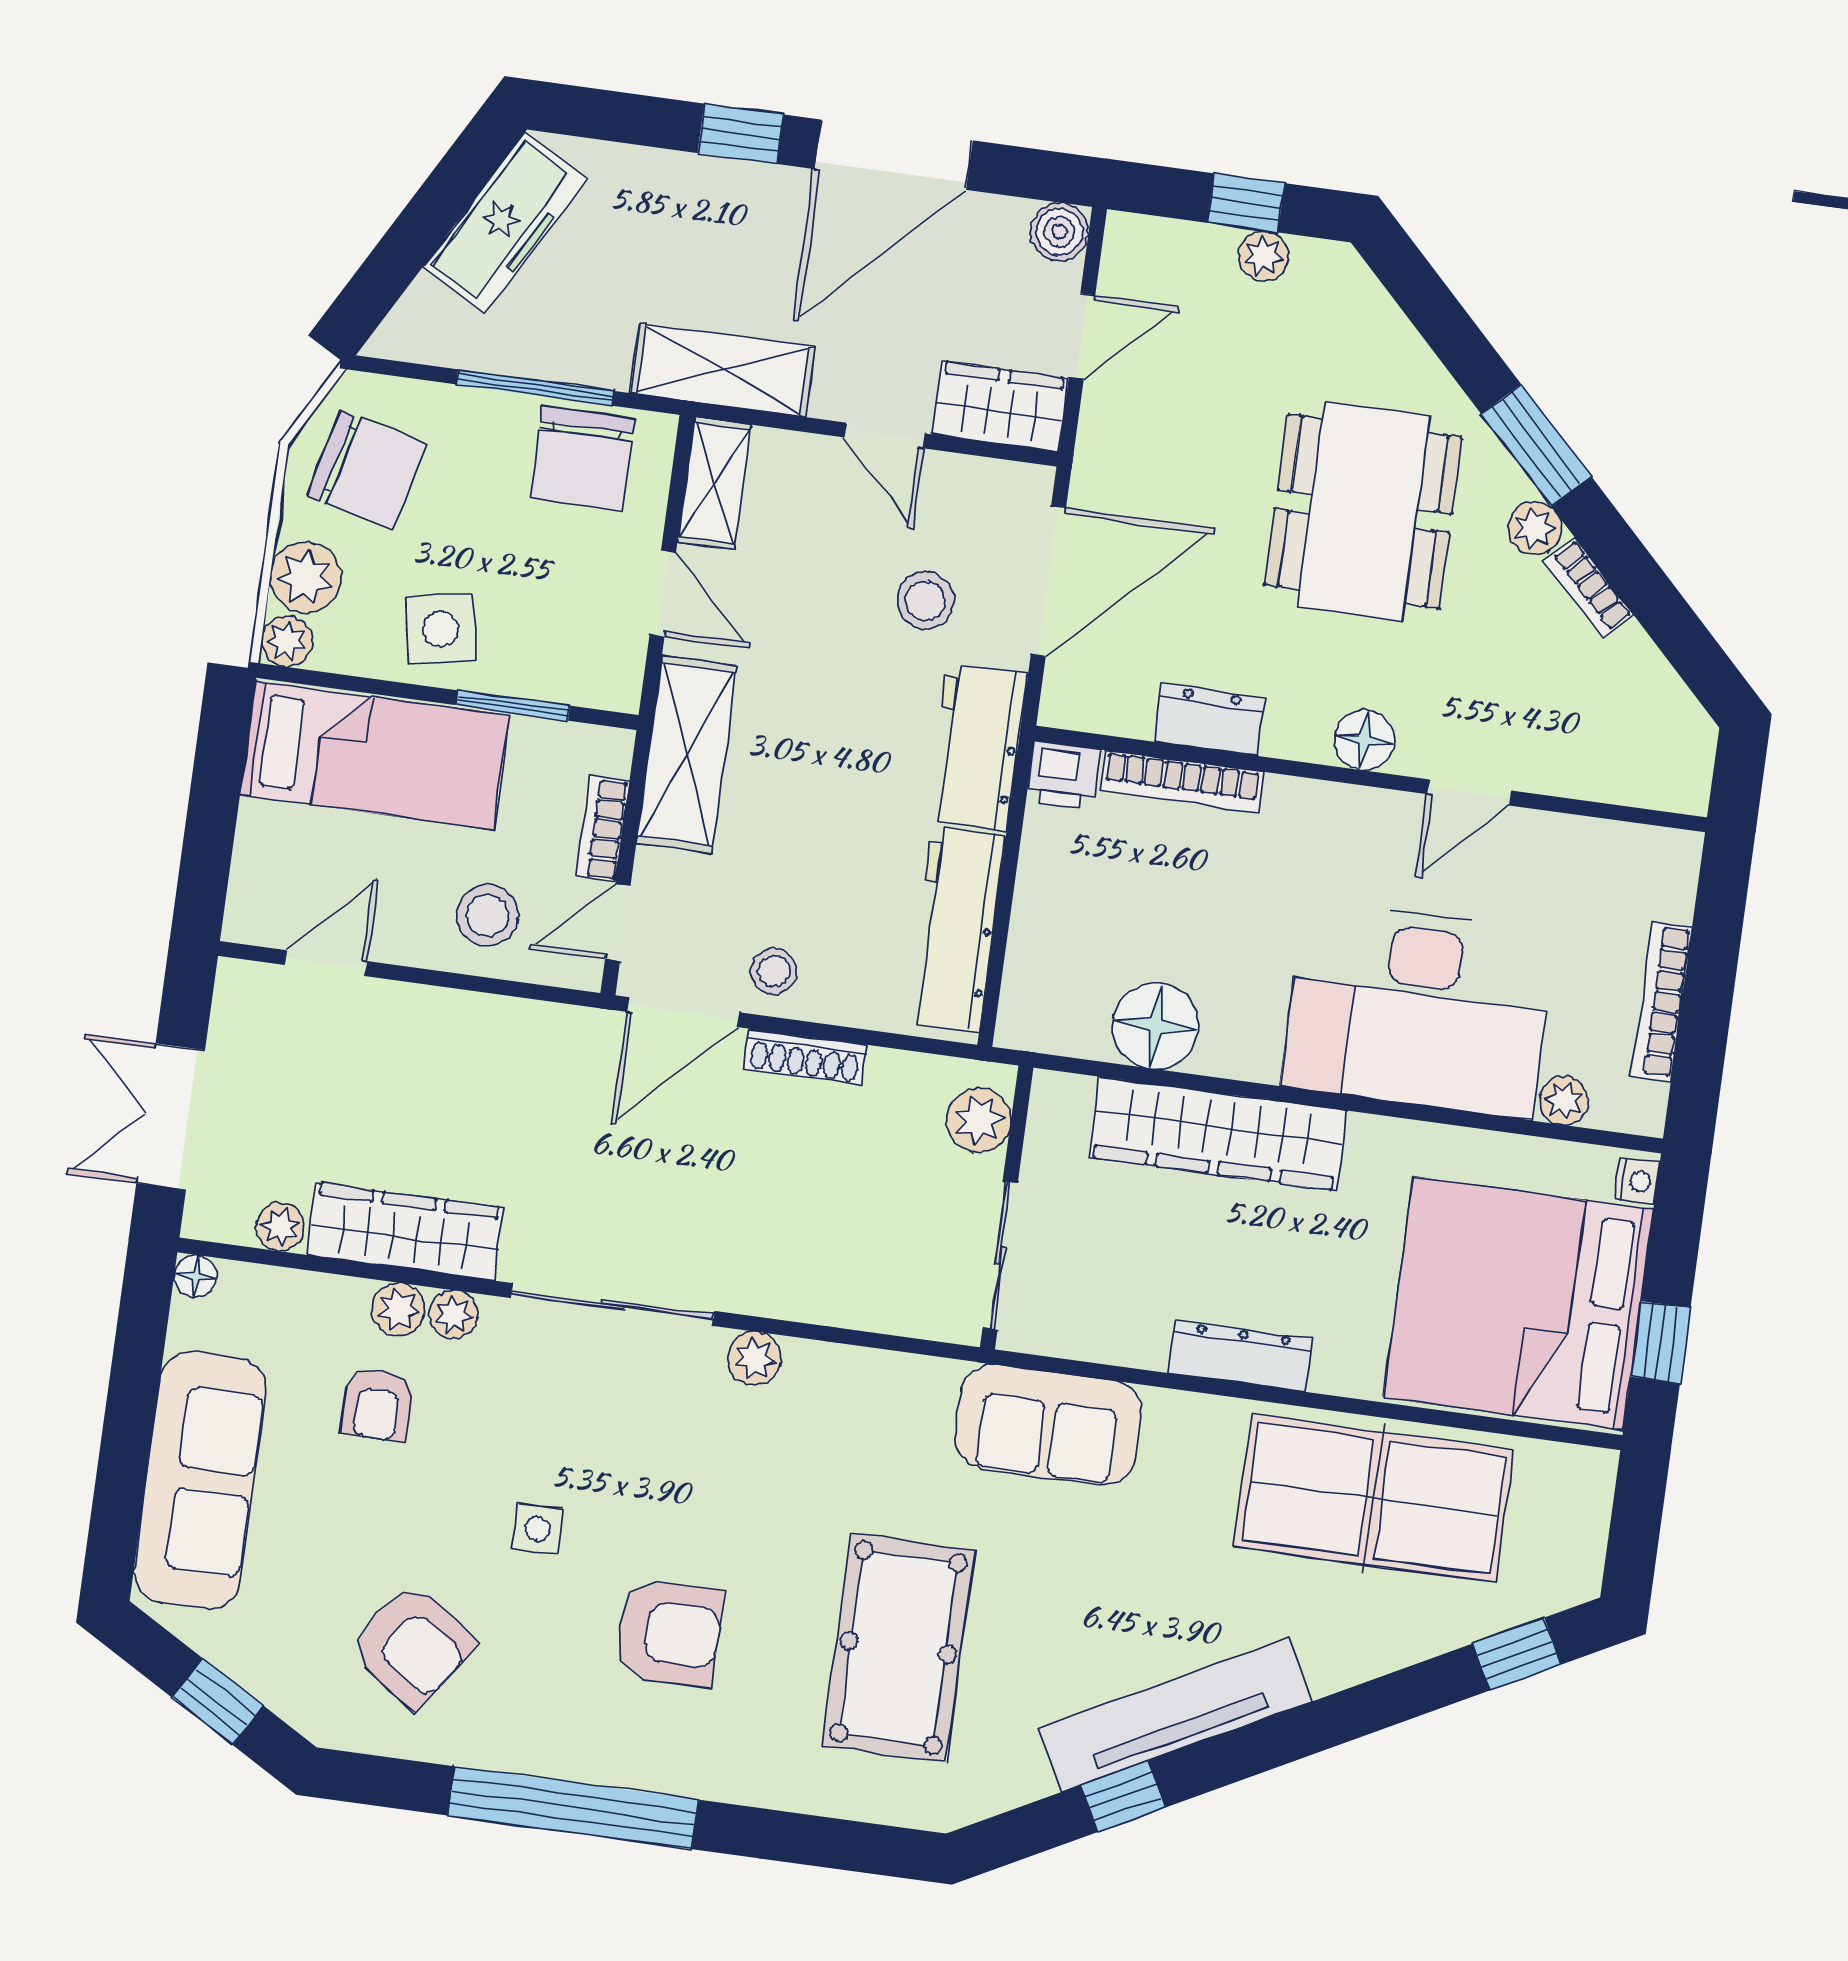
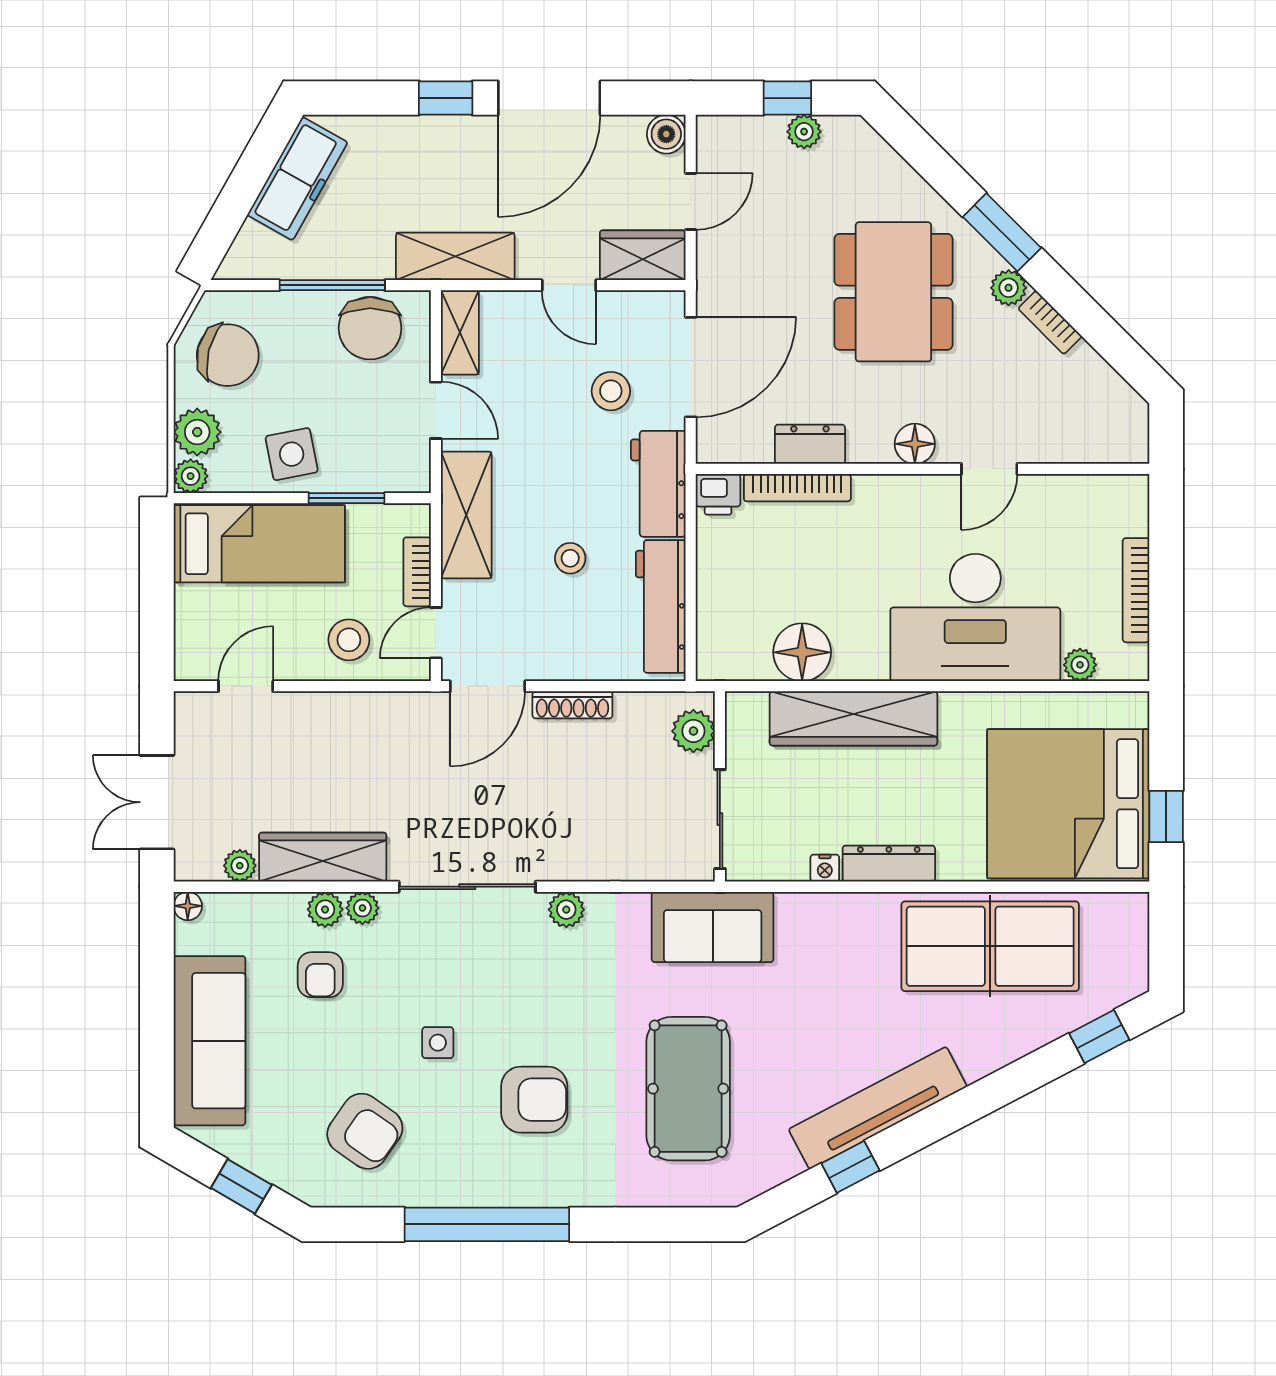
stool: (774, 971) -> (570, 558), moved
nightstand: (1637, 1181) -> (825, 868), moved, turned 90
sofa: (1048, 1425) -> (713, 927), moved

